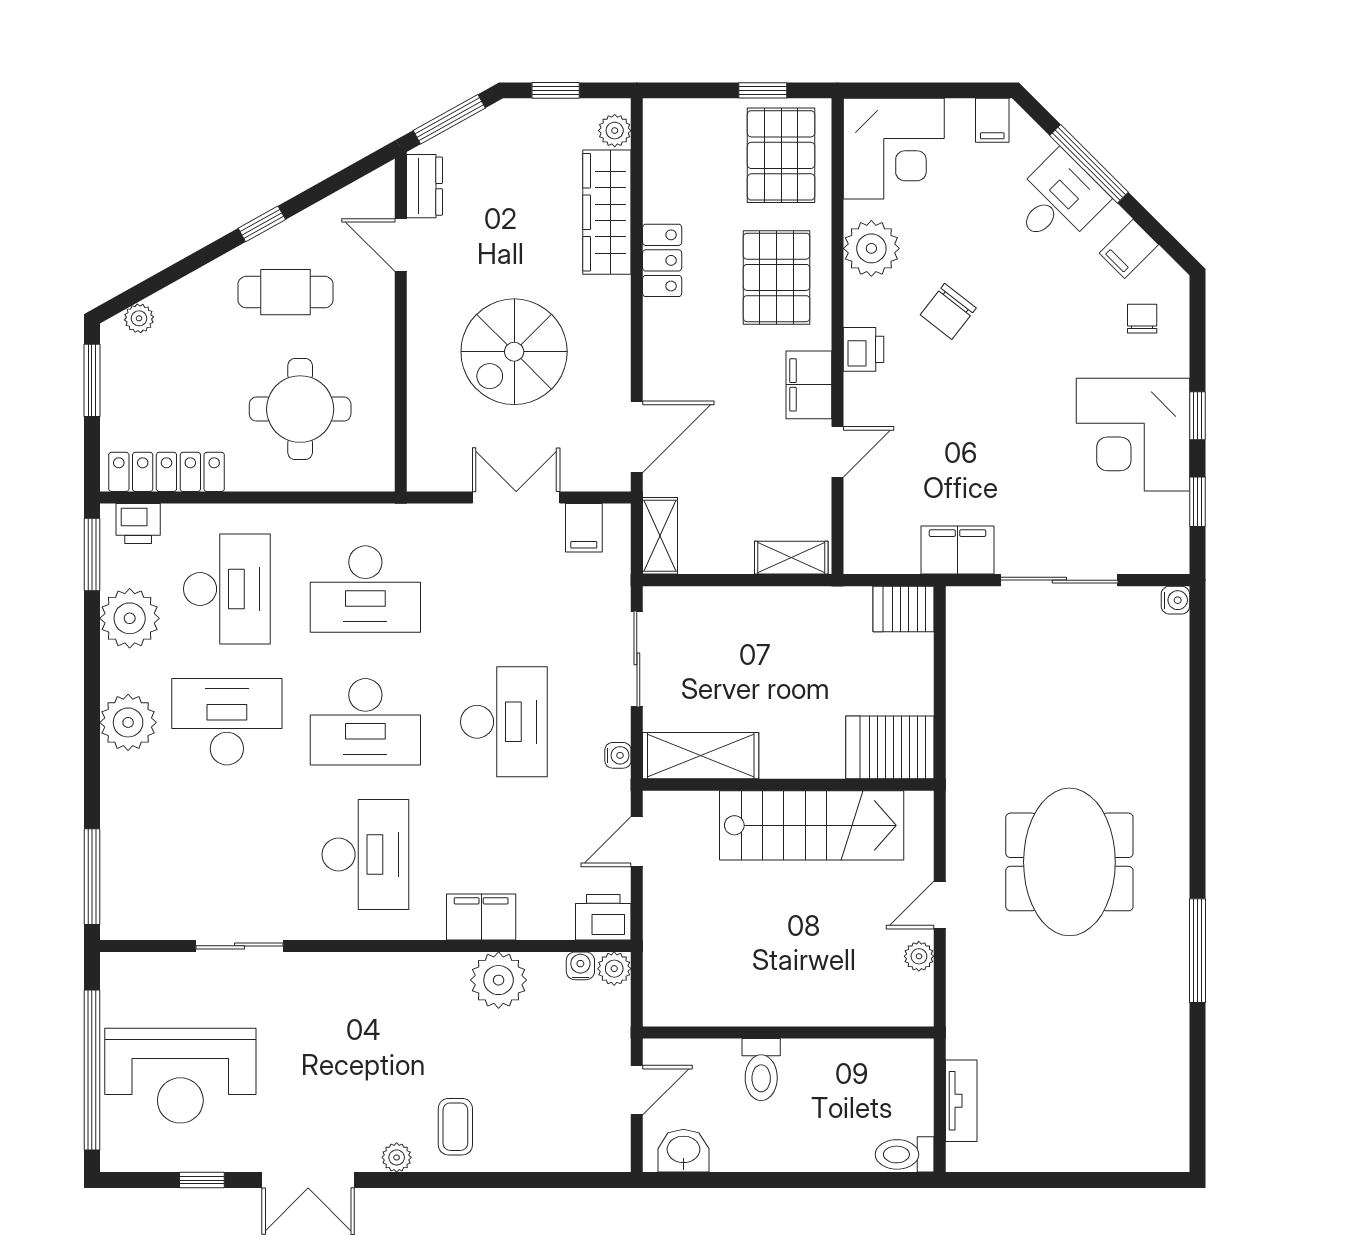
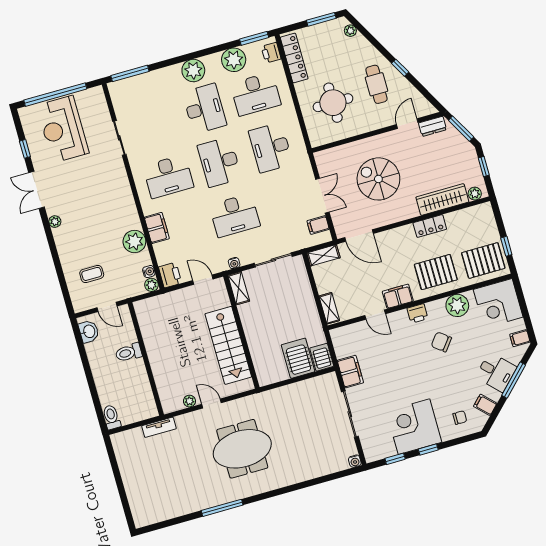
server rack: (890, 747) -> (298, 358), moved
shelving: (701, 756) -> (239, 288), width x0.67, depth x0.75
tv unit: (961, 1101) -> (159, 427), moved
coffee table: (455, 1127) -> (92, 274), moved

